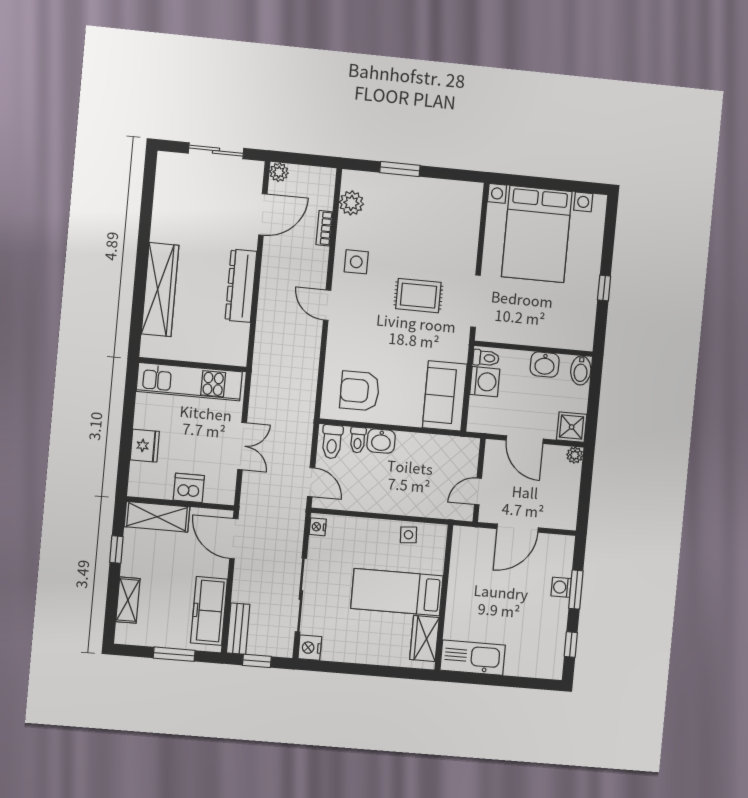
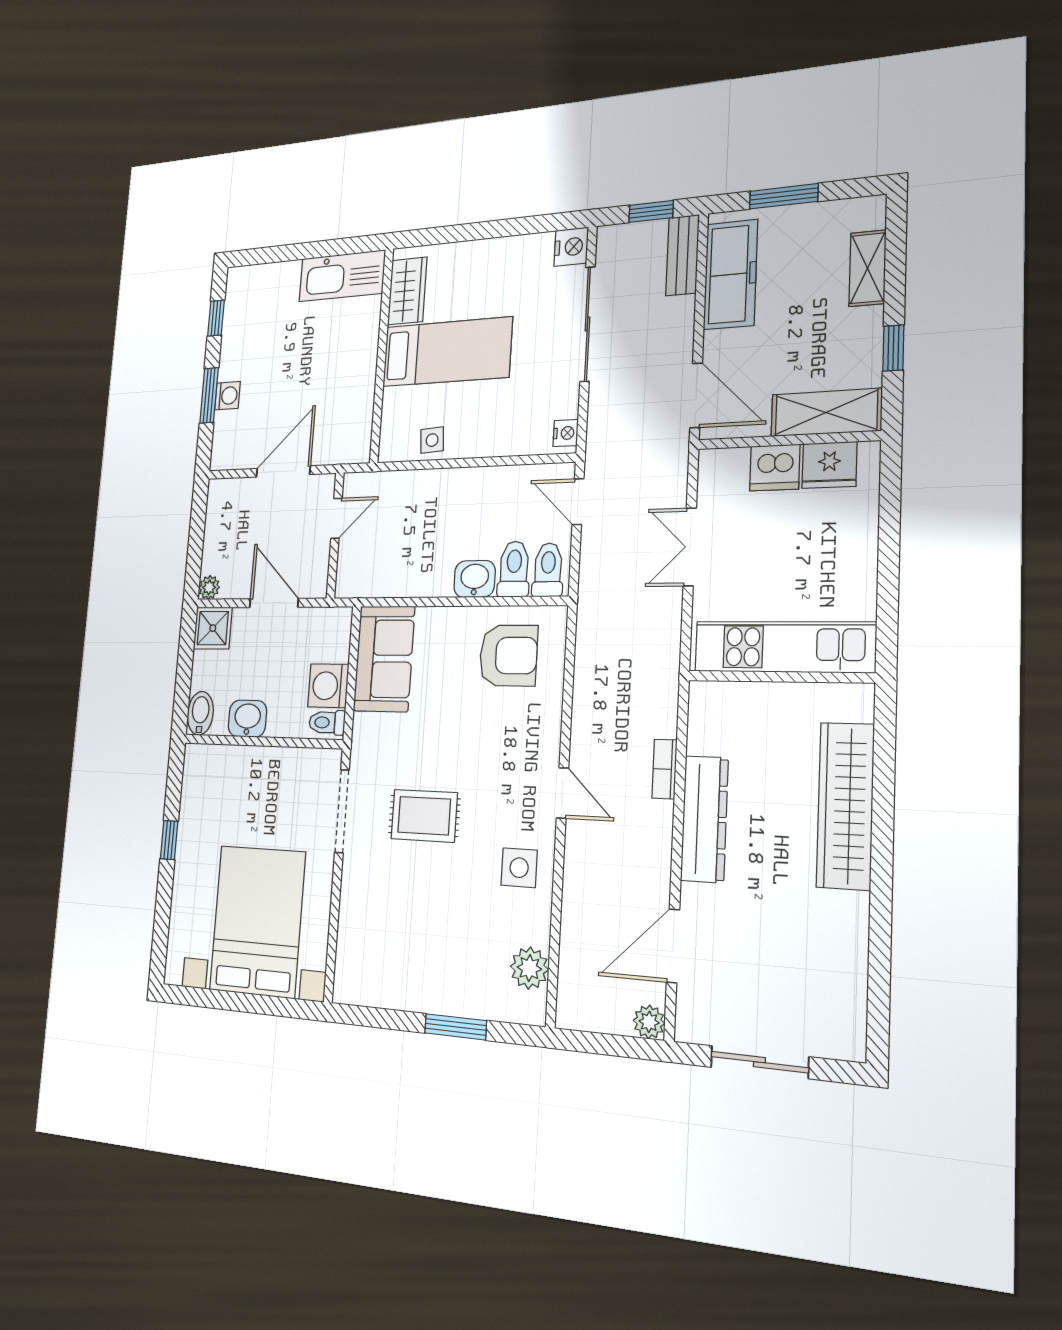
bookcase: (324, 228) -> (664, 769), moved, turned 180
toilet: (358, 440) -> (514, 569), width x1.37, depth x1.39
fridge: (145, 446) -> (829, 465), moved, turned -90

